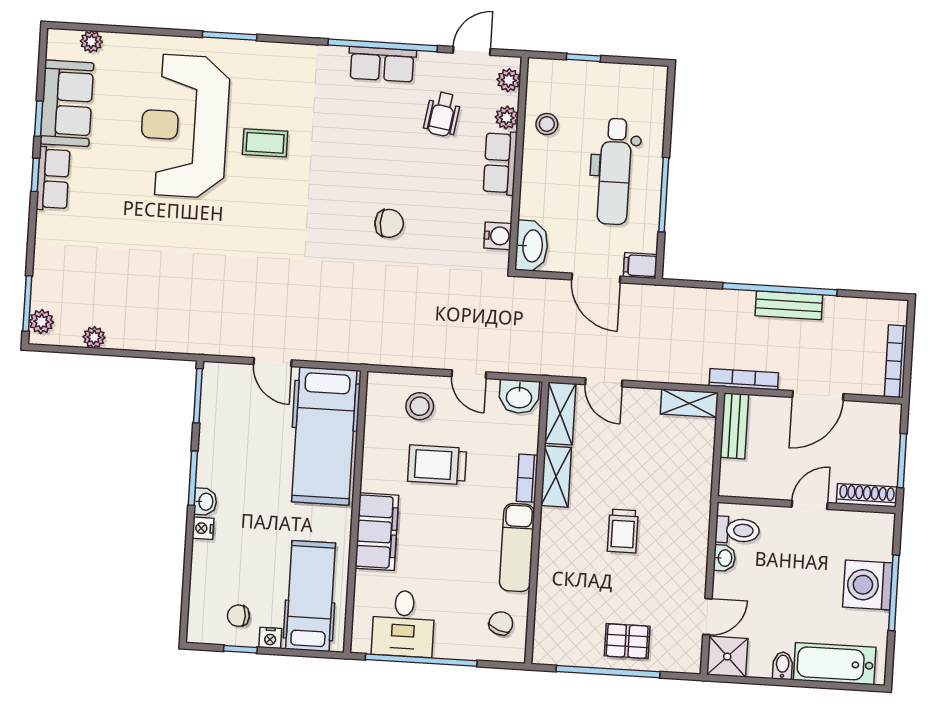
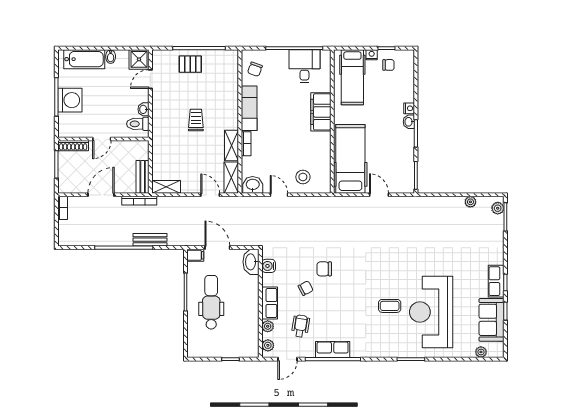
stool: (547, 124) -> (247, 324), removed
reception desk: (184, 126) -> (431, 312), turned 180
chair: (428, 188) -> (306, 288), added
bench: (789, 305) -> (150, 240), moved
bookcase: (896, 361) -> (63, 208), width x0.64
trolley: (437, 465) -> (292, 148), removed

